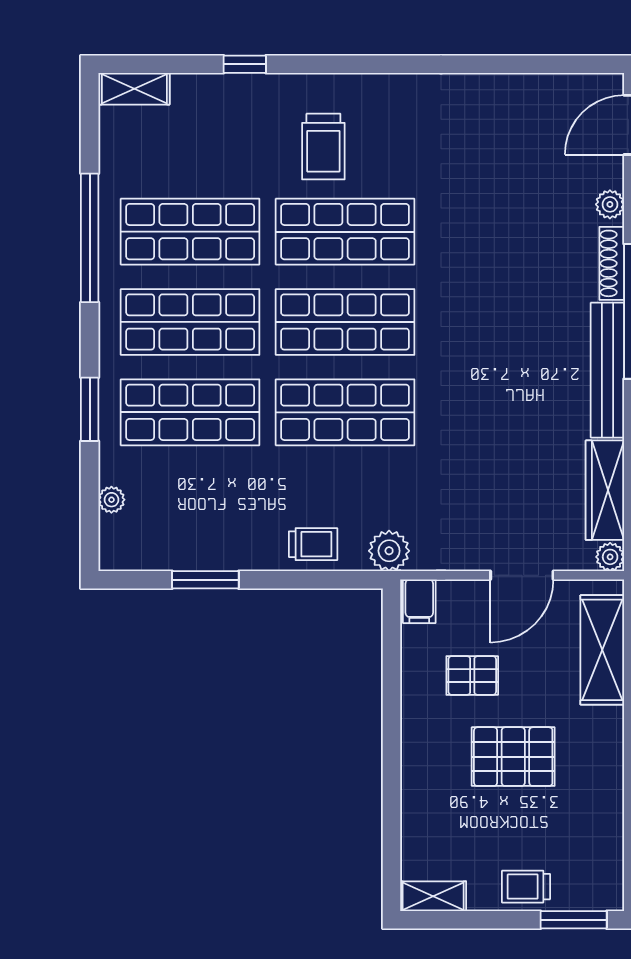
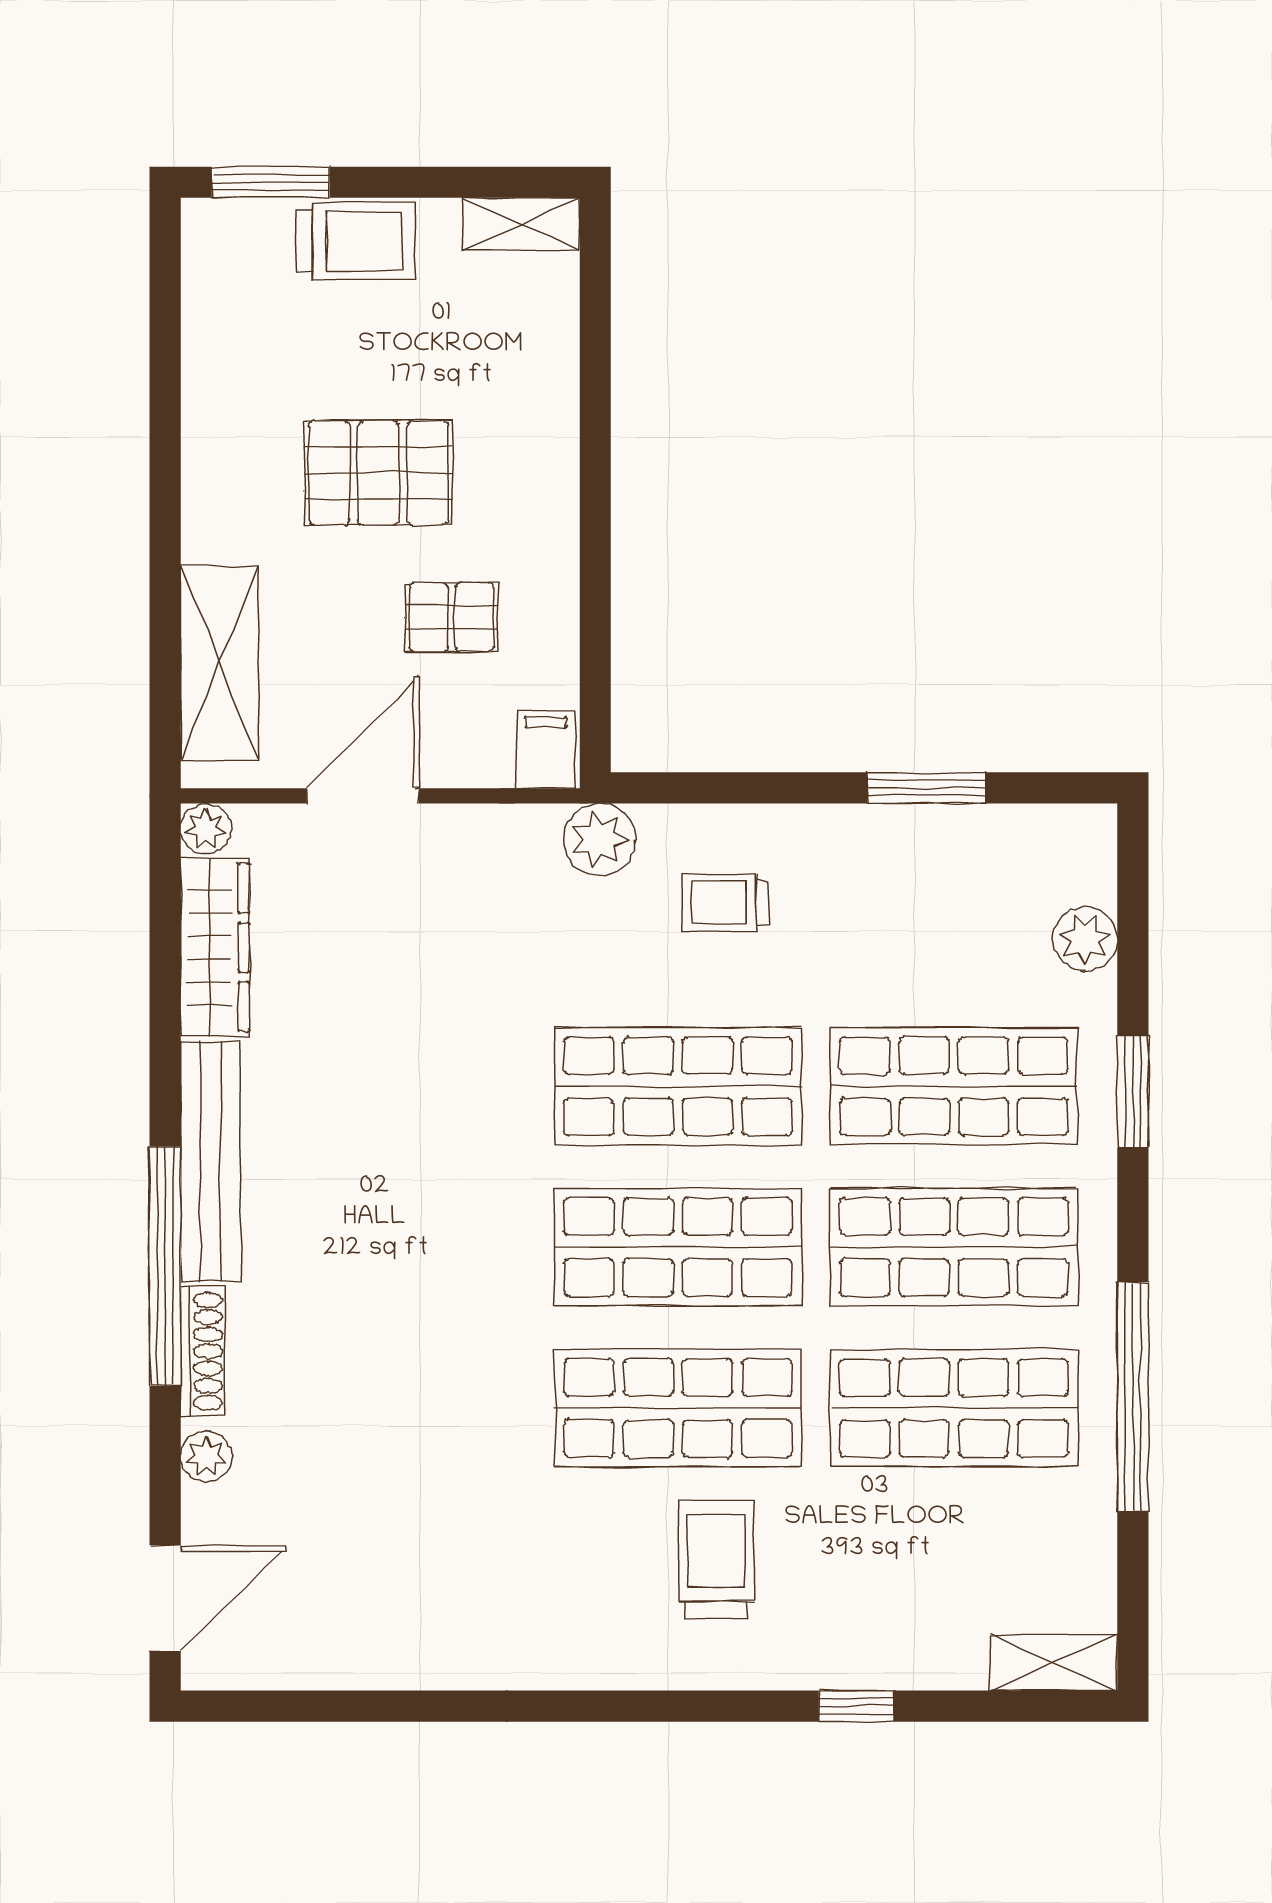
plant: (111, 500) -> (1085, 939), width x1.38, depth x1.38
trolley: (313, 544) -> (725, 903), moved
trolley: (526, 887) -> (355, 241), width x1.36, depth x1.39

